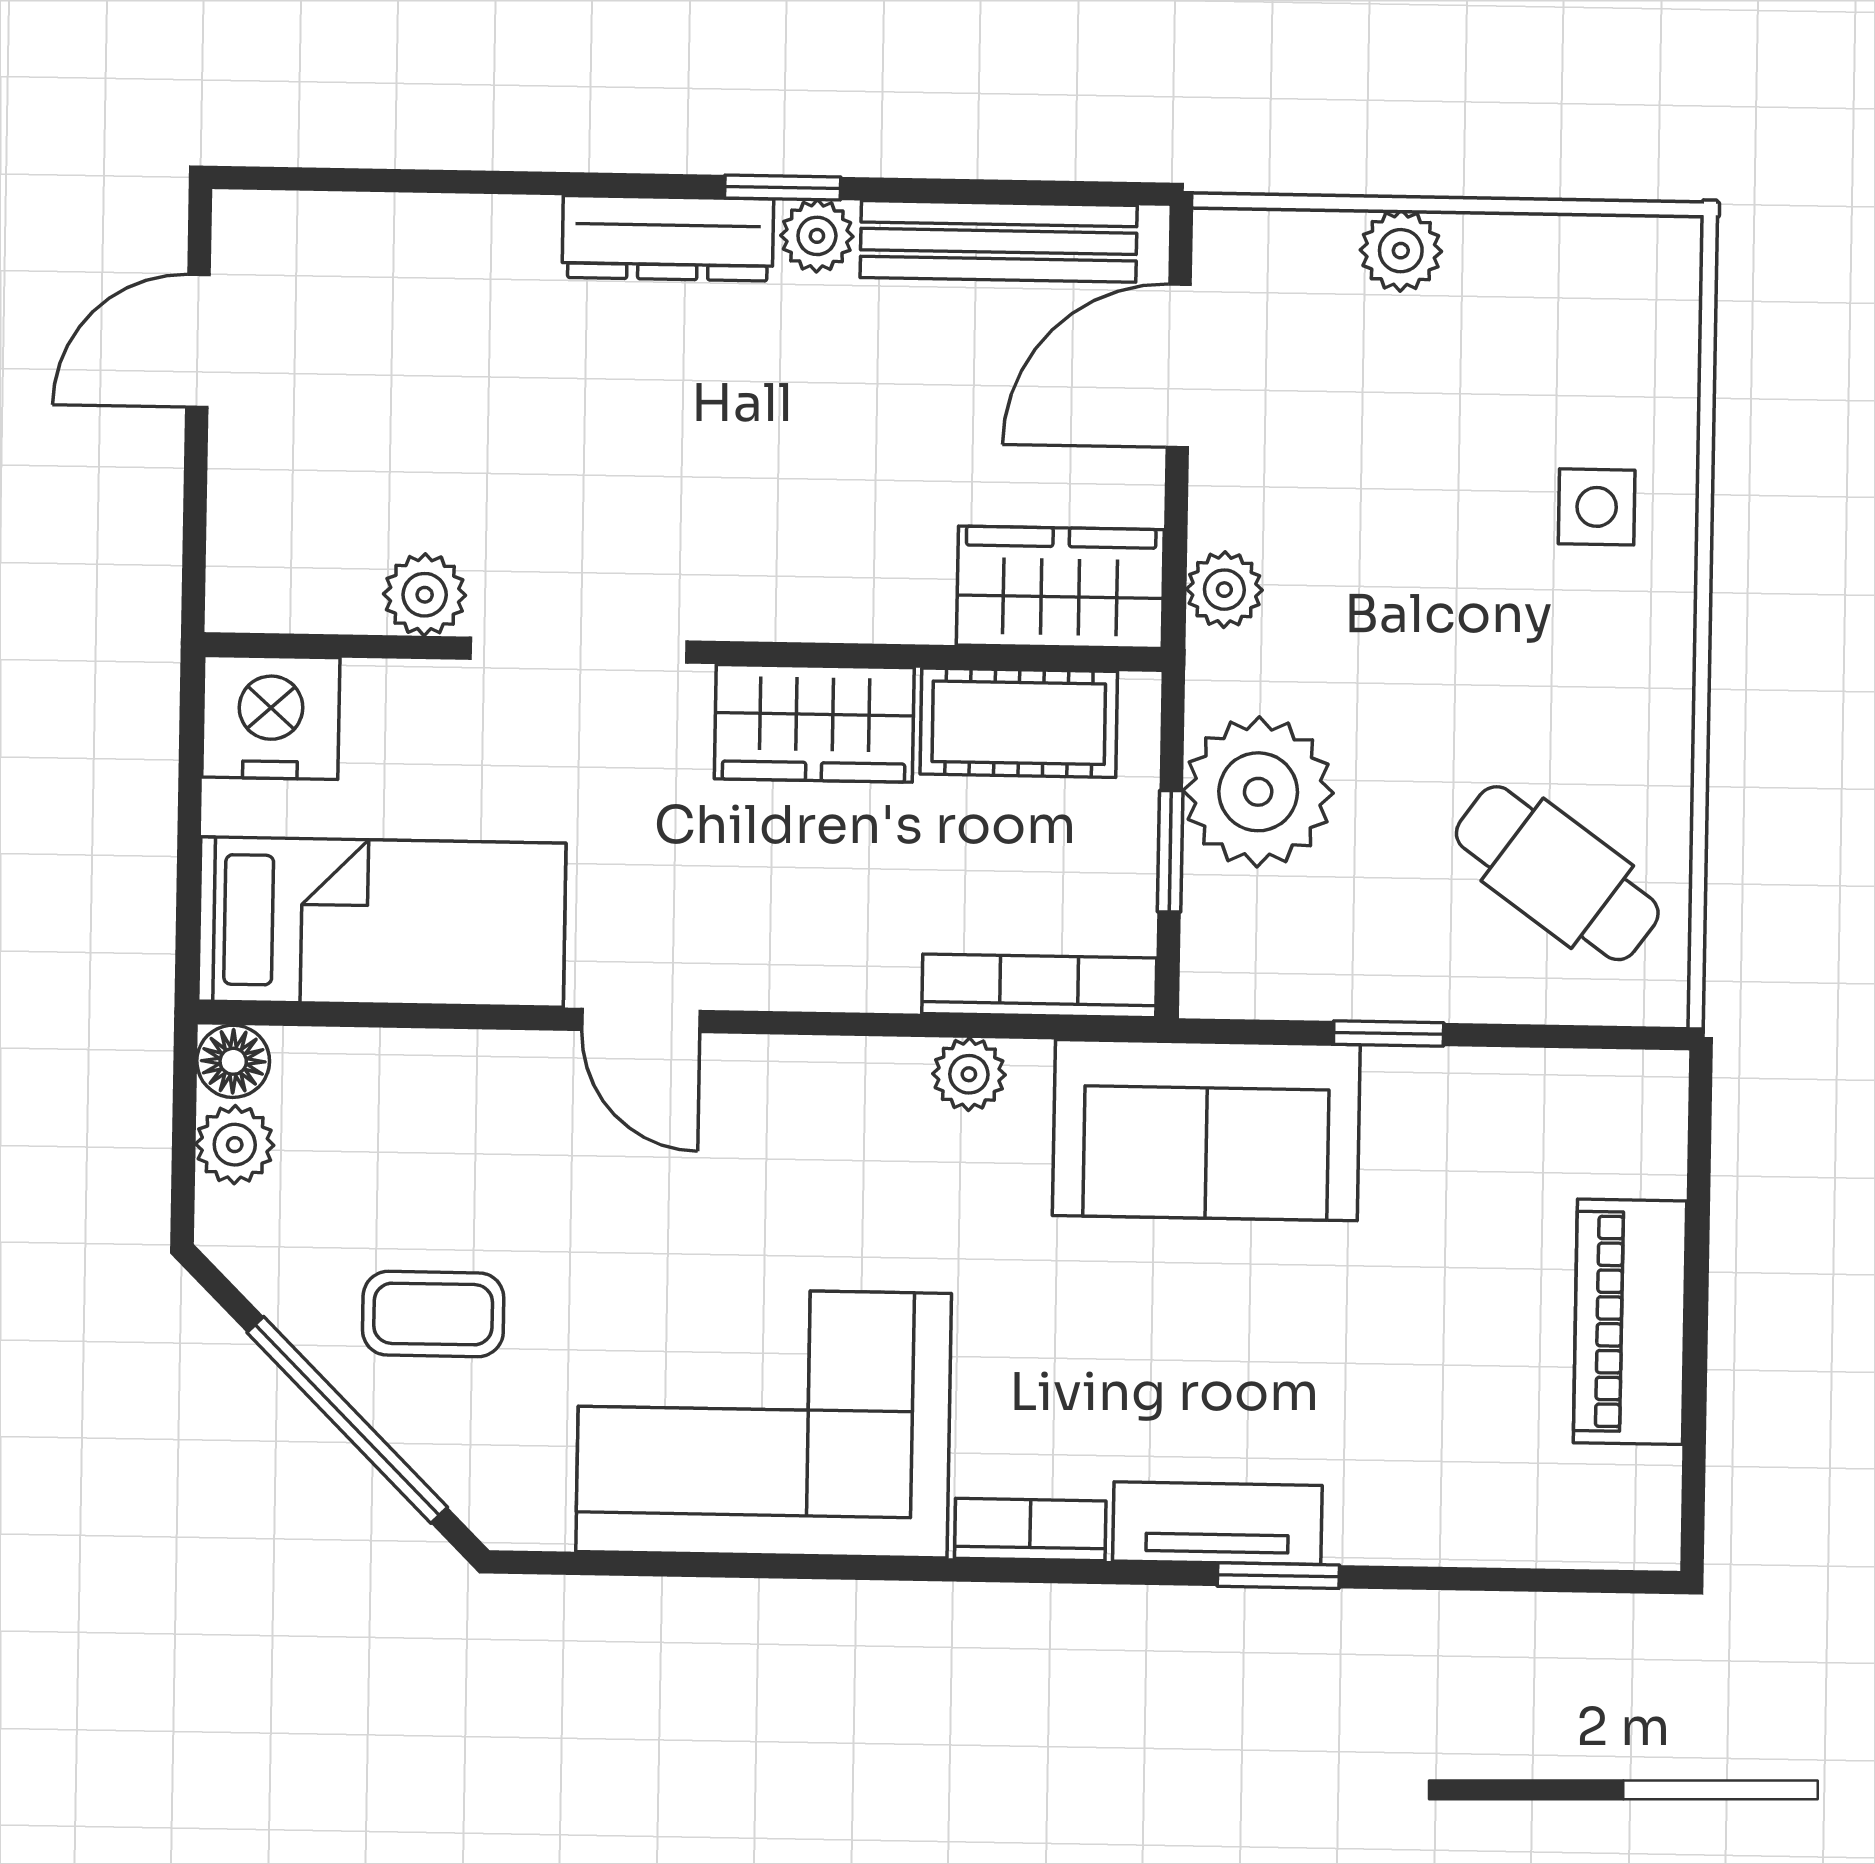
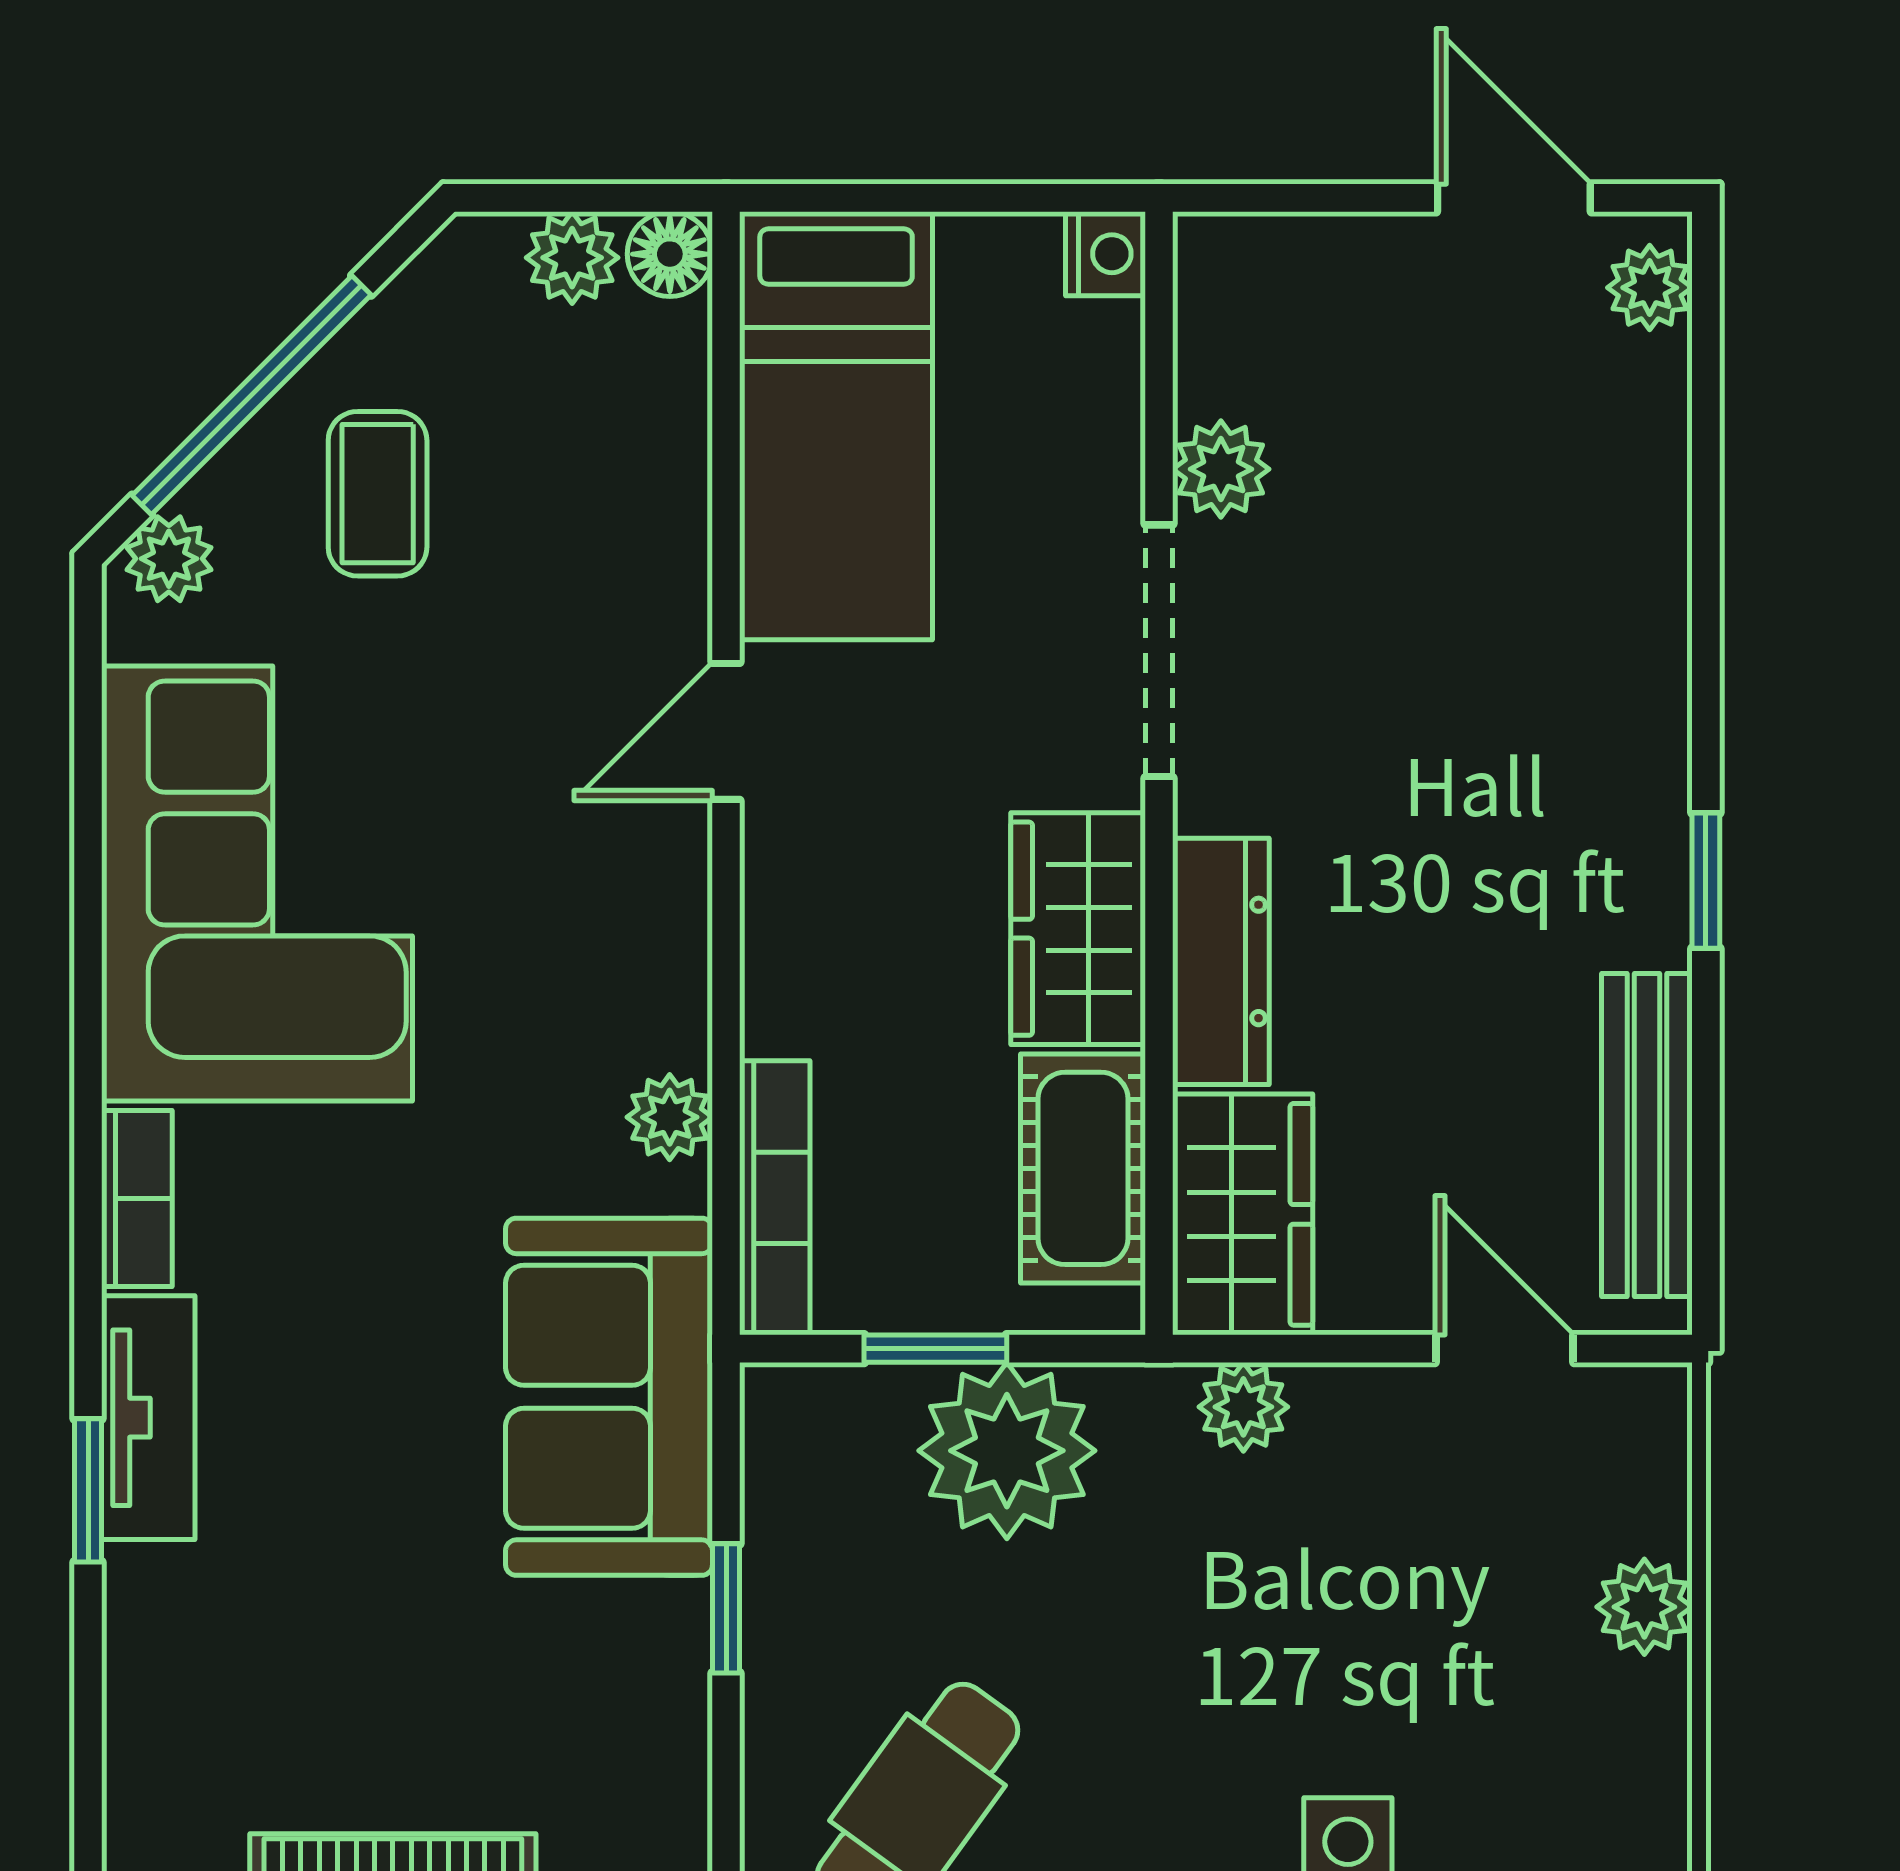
plant: (817, 236) -> (1650, 288), moved
dresser: (668, 238) -> (1221, 961), moved, turned 180
door: (1179, 366) -> (1505, 1349), width x0.73
nightstand: (271, 717) -> (1106, 254), width x0.53, depth x0.56
plant: (485, 1493) -> (169, 559), added

